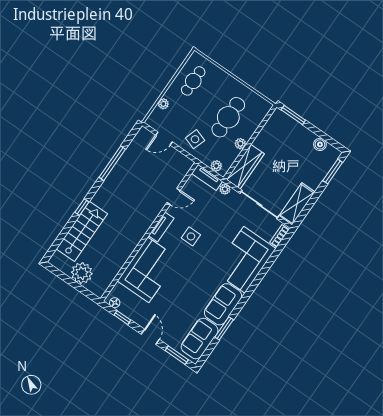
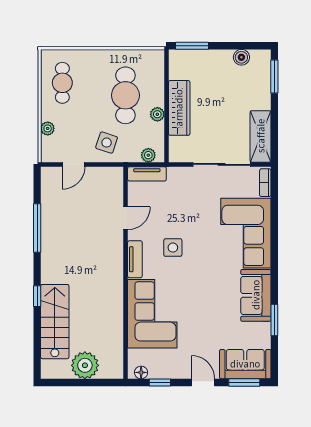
wardrobe: (245, 167) -> (179, 108), moved
plant: (225, 189) -> (174, 173), removed
sofa: (200, 338) -> (245, 364), moved, turned 90

